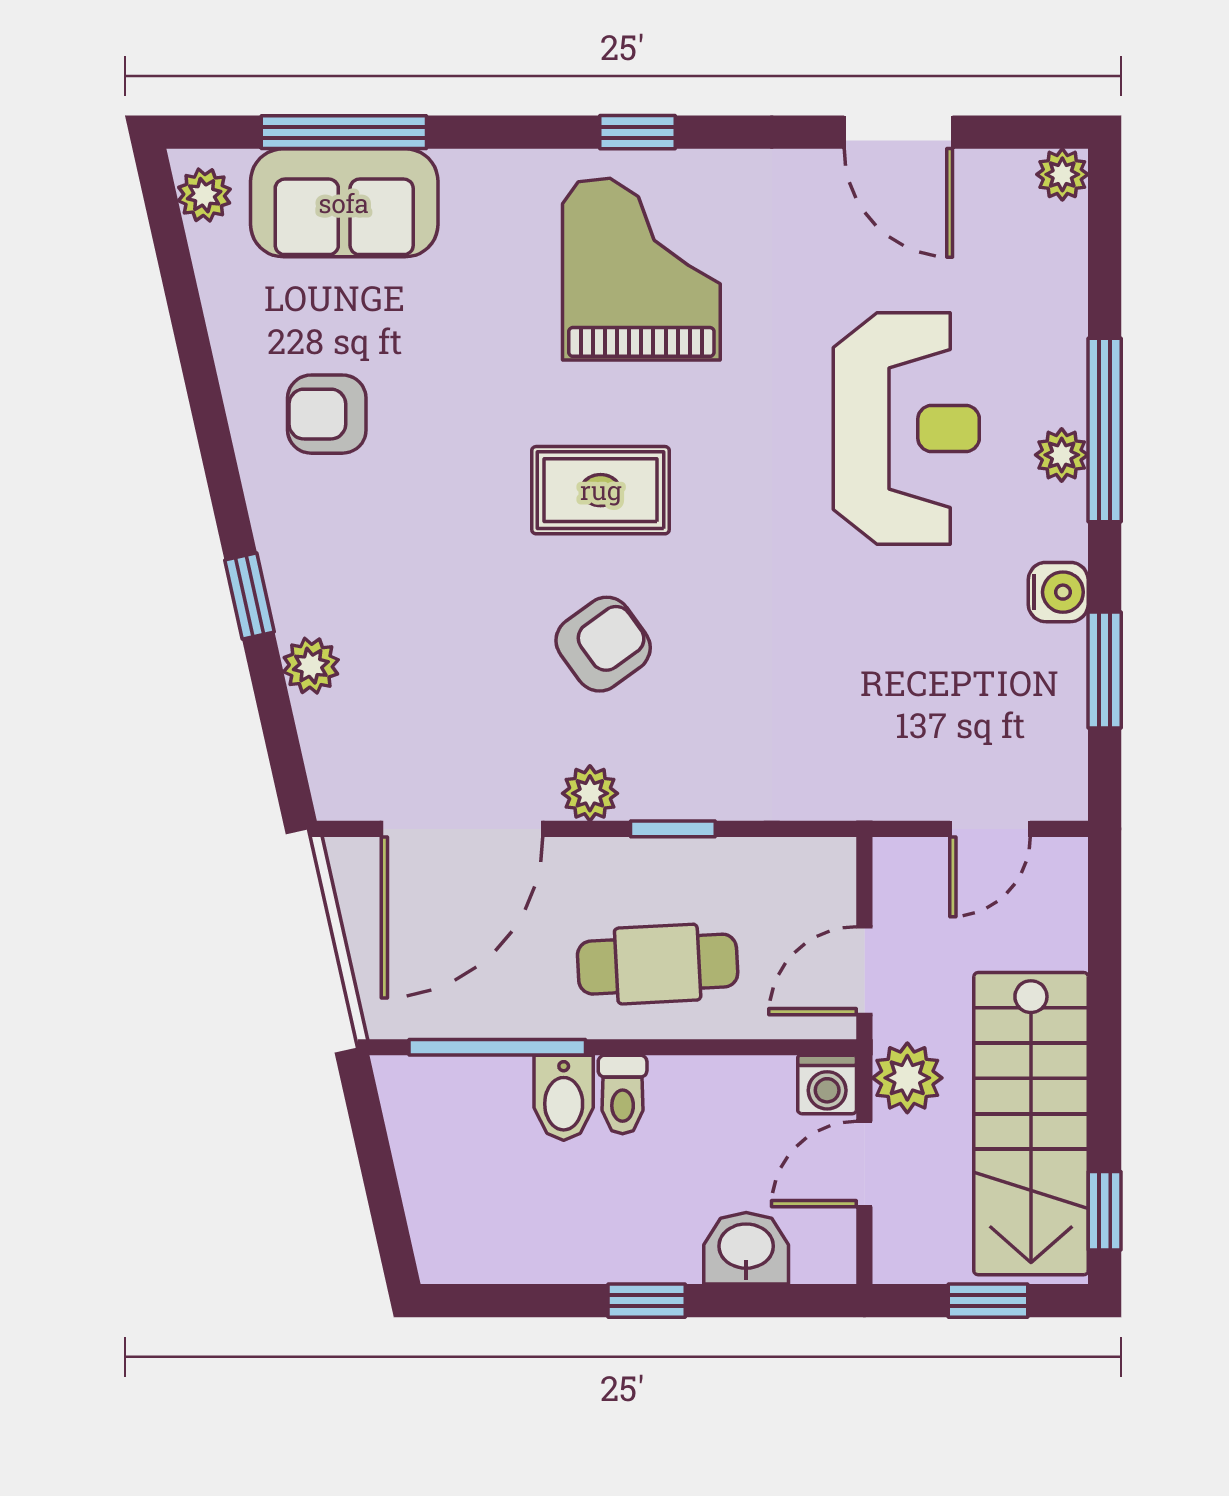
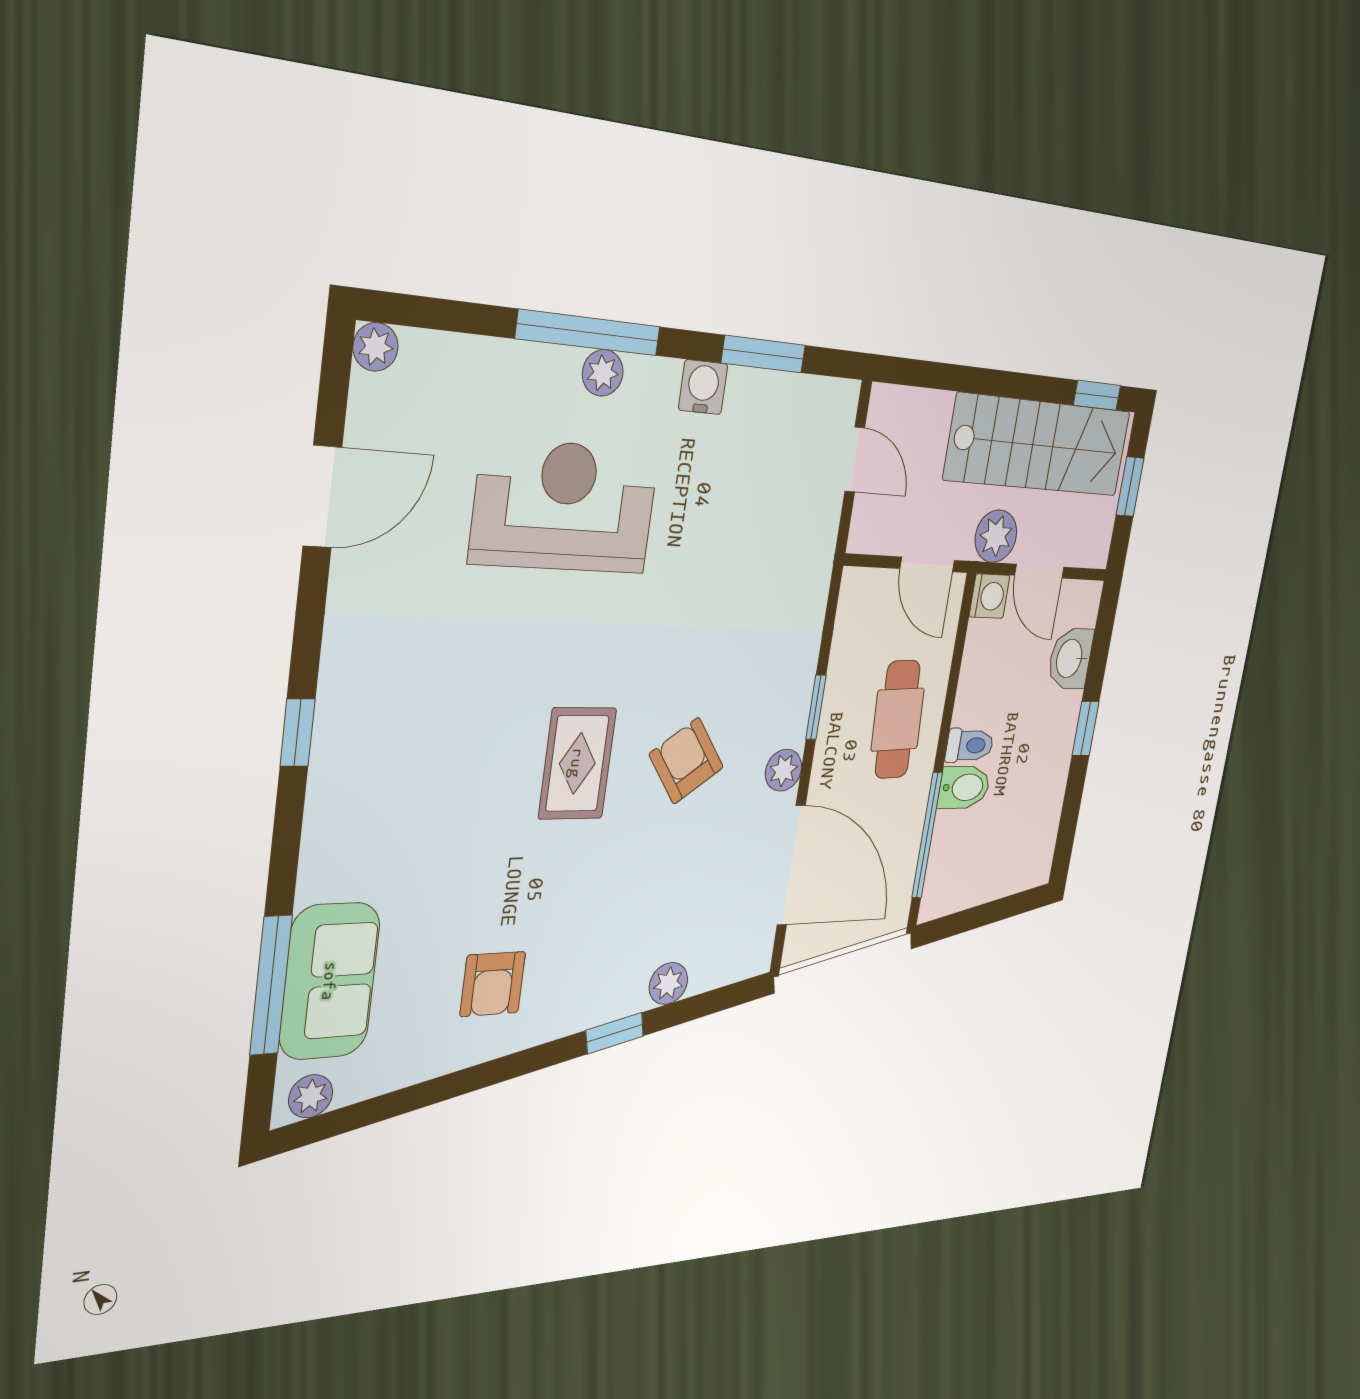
grand piano: (641, 269) -> (412, 730), removed

